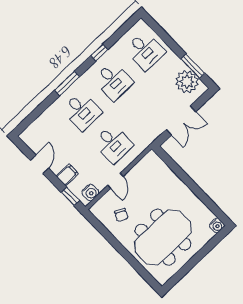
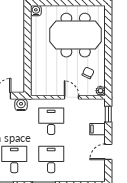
door: (115, 181) -> (72, 97), hinge flipped
water cooler: (90, 192) -> (21, 105), moved
plant: (96, 210) -> (100, 91), added

